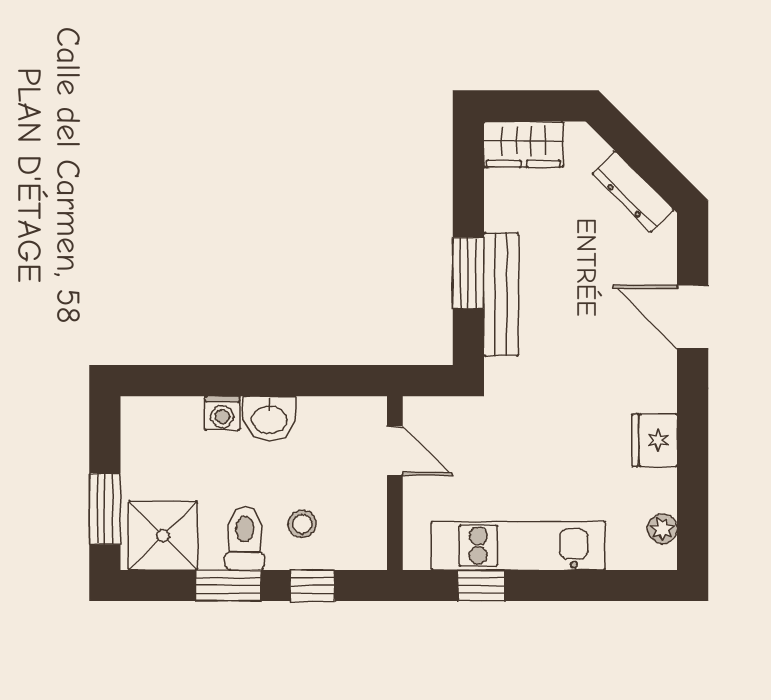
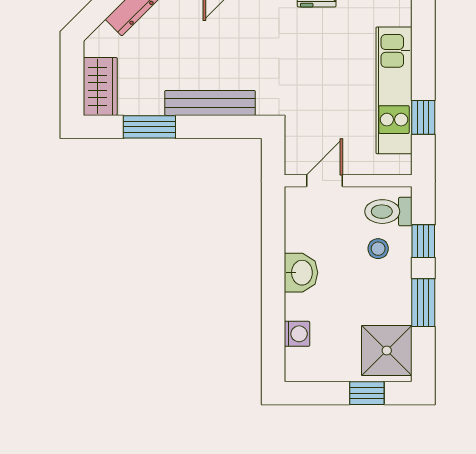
window: (468, 273) -> (149, 127), moved
washing machine: (222, 413) -> (297, 334), moved
window: (105, 509) -> (367, 393), width x0.67
toilet: (245, 538) -> (388, 212), moved

